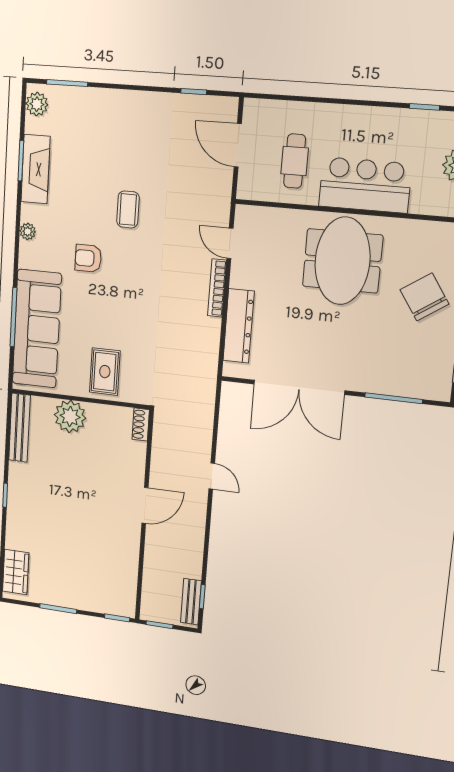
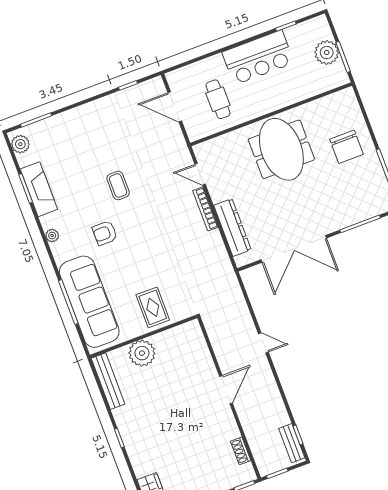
bar counter: (365, 185) -> (258, 57), moved, turned 180
chair: (424, 297) -> (346, 147), turned -146
shoe rack: (141, 424) -> (241, 451), moved

